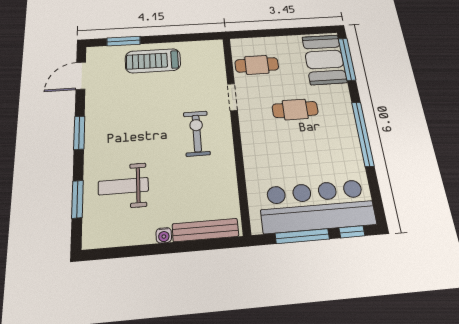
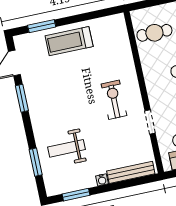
doorway: (232, 97) -> (150, 122), moved
window: (79, 133) -> (22, 98), moved
window: (123, 252) -> (76, 195), added

